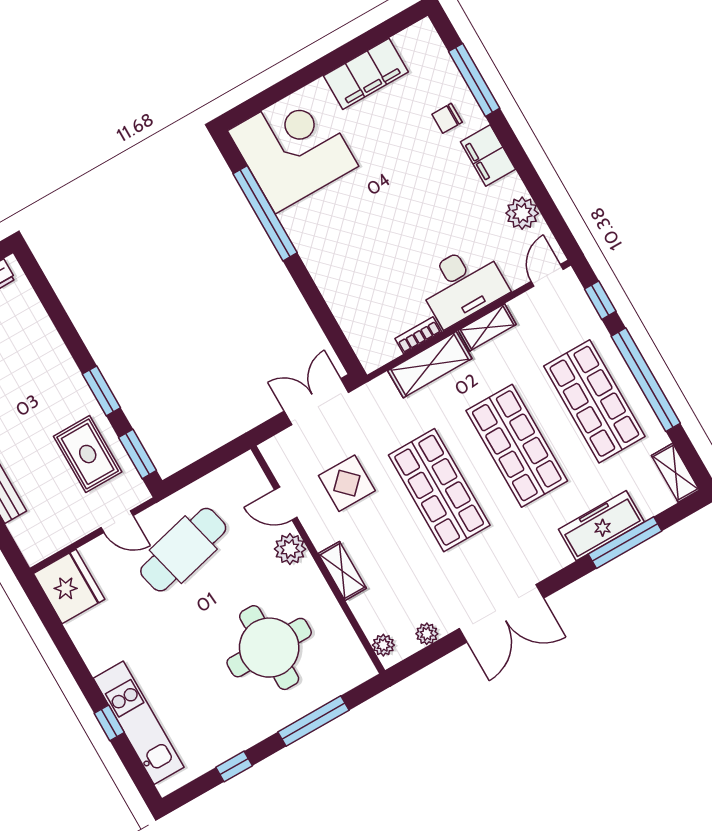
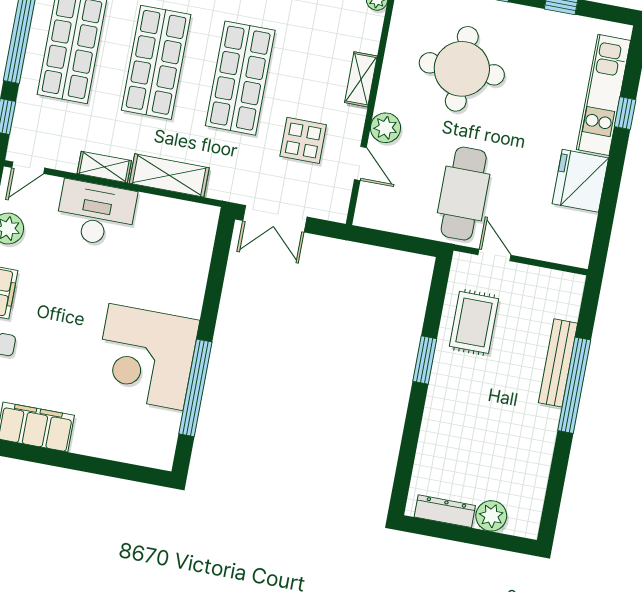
corner desk: (293, 148) -> (146, 357), moved
bookcase: (418, 335) -> (159, 204), removed
window: (138, 454) -> (438, 292), removed
cafe table: (183, 550) -> (464, 194), turned -76
fridge: (69, 586) -> (580, 181), moved

